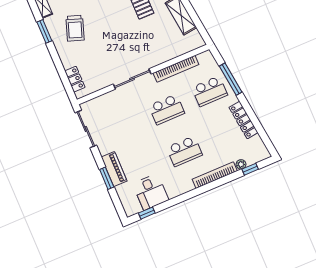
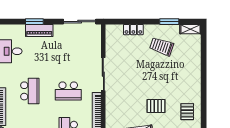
locker: (75, 79) -> (133, 30), moved
school desk: (167, 109) -> (68, 91), turned -90
school desk: (184, 151) -> (30, 91), turned 180

